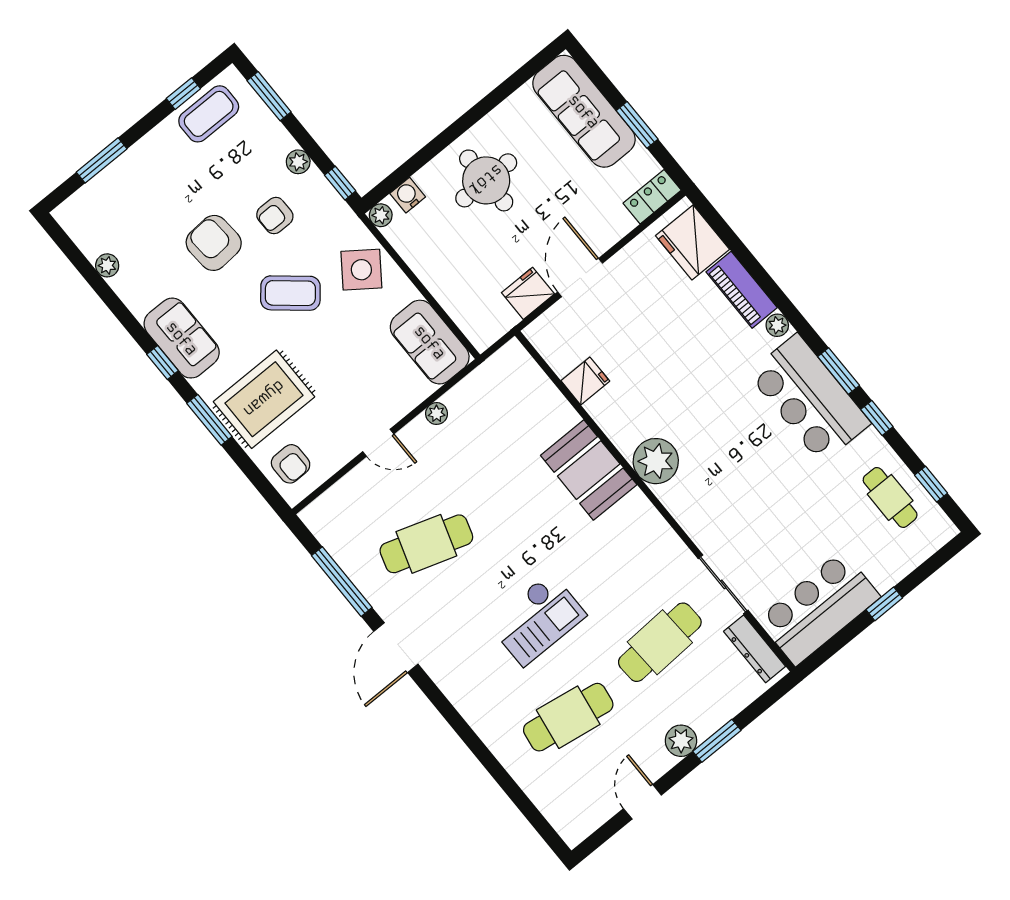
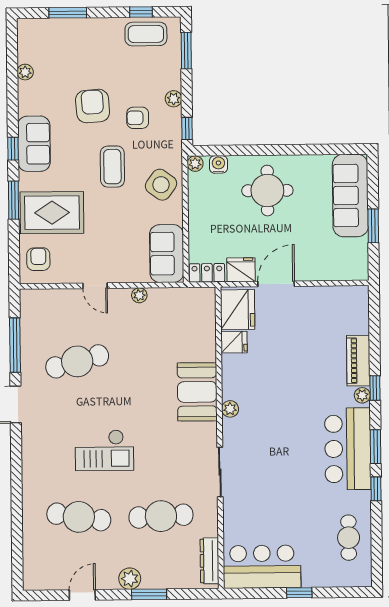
locker: (652, 197) -> (207, 273), moved
fridge: (693, 242) -> (238, 310), moved, turned 180
coffee table: (290, 293) -> (112, 167), turned 50
plant: (656, 461) -> (230, 409), width x0.53, depth x0.53
armchair: (291, 464) -> (38, 259), turned 180
window: (931, 484) -> (375, 388), moved
cafe table: (426, 544) -> (77, 361), turned -33
sliding door: (723, 584) -> (220, 472), moved

